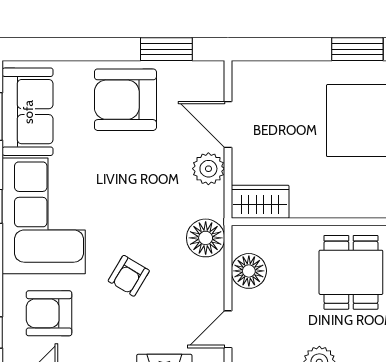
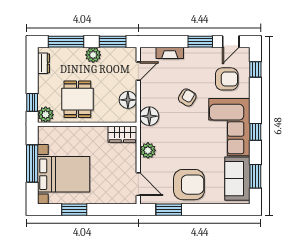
door: (228, 125) -> (138, 184), moved

